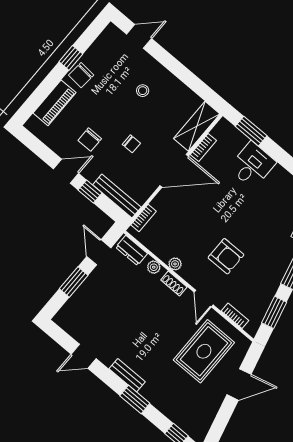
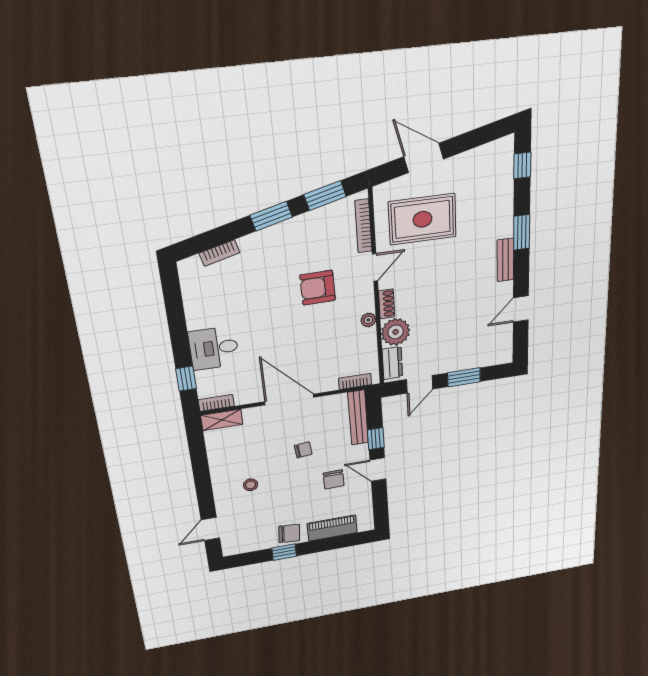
door: (139, 36) -> (211, 529), hinge flipped
shelving: (197, 126) -> (222, 420), width x0.67, depth x0.75
window: (251, 131) -> (186, 379), width x0.67
chair: (90, 140) -> (334, 479), turned 89
chair: (131, 144) -> (303, 450), turned 84
bookcase: (203, 148) -> (216, 403), moved
armchair: (226, 256) -> (318, 288), turned -91
plant: (154, 267) -> (396, 332), width x1.87, depth x1.87
bookcase: (235, 316) -> (363, 226), width x1.56
door: (84, 356) -> (521, 309), swing flipped

